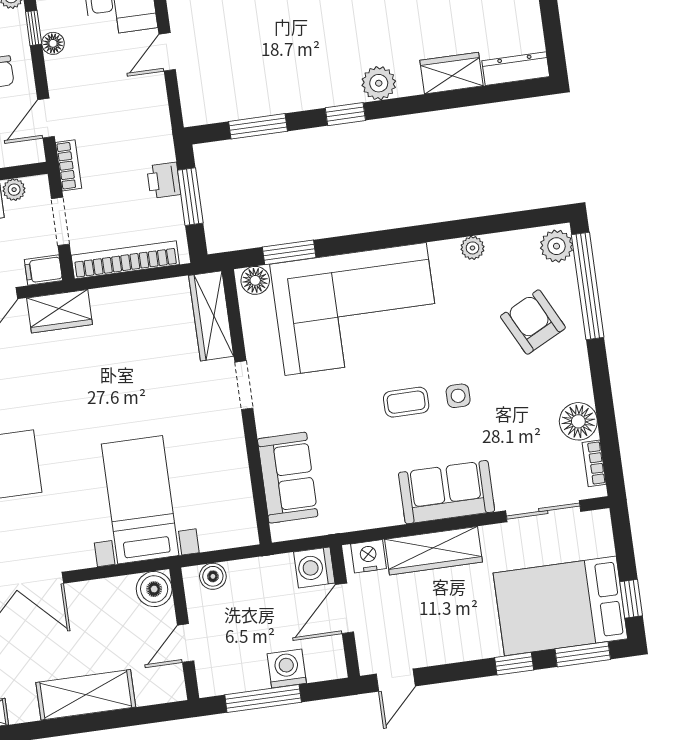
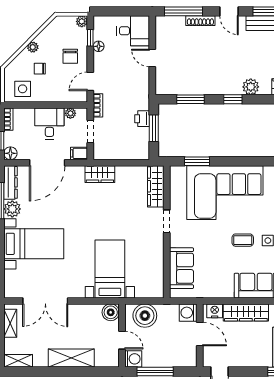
door: (167, 52) -> (152, 58), hinge flipped
bookcase: (125, 260) -> (119, 154), removed
floor lamp: (255, 280) -> (179, 172), removed
wardrobe: (60, 311) -> (100, 174), moved
boiler: (213, 576) -> (145, 316), width x1.86, depth x1.86
door: (344, 608) -> (200, 334), swing flipped
door: (186, 643) -> (122, 340), swing flipped
washing machine: (287, 669) -> (133, 359), moved, turned 90

